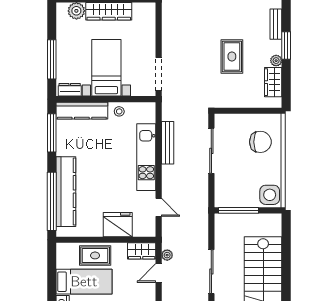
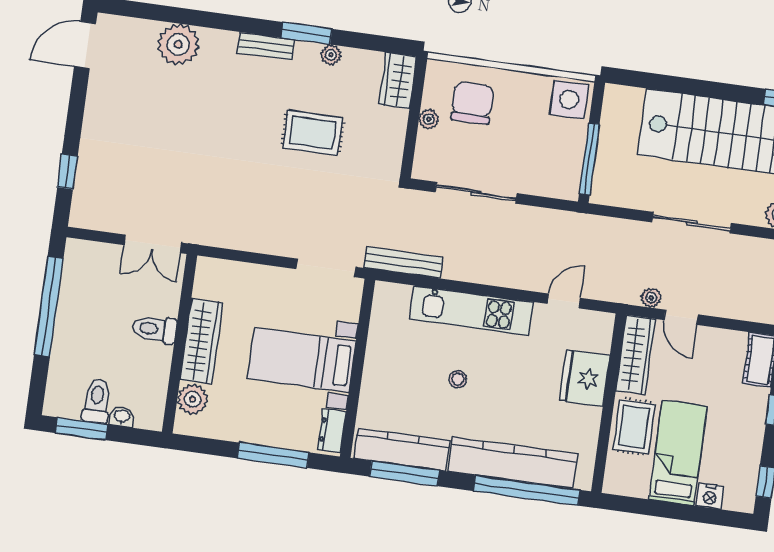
wardrobe: (273, 82) -> (398, 81), moved, turned 90
kitchen counter: (82, 111) -> (402, 450), moved, turned -90
stool: (119, 111) -> (458, 379), moved
plant: (248, 119) -> (429, 119), added
bench: (168, 143) -> (403, 262), moved
wardrobe: (142, 251) -> (636, 355), width x1.50

